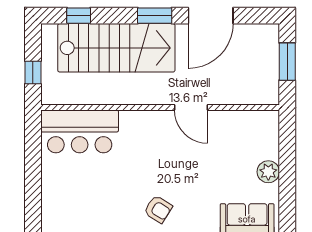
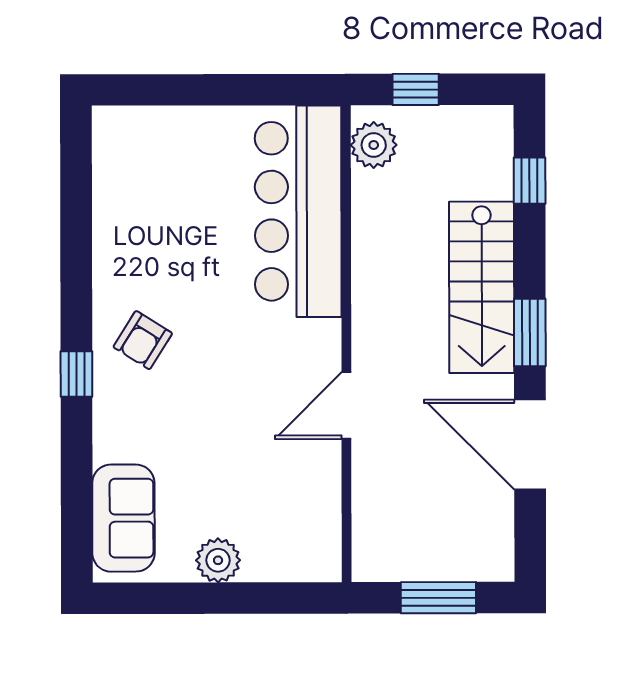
stairs: (116, 48) -> (482, 287), width x0.73, depth x0.66
plant: (61, 94) -> (374, 145), added
bar counter: (80, 131) -> (298, 211), width x1.36

